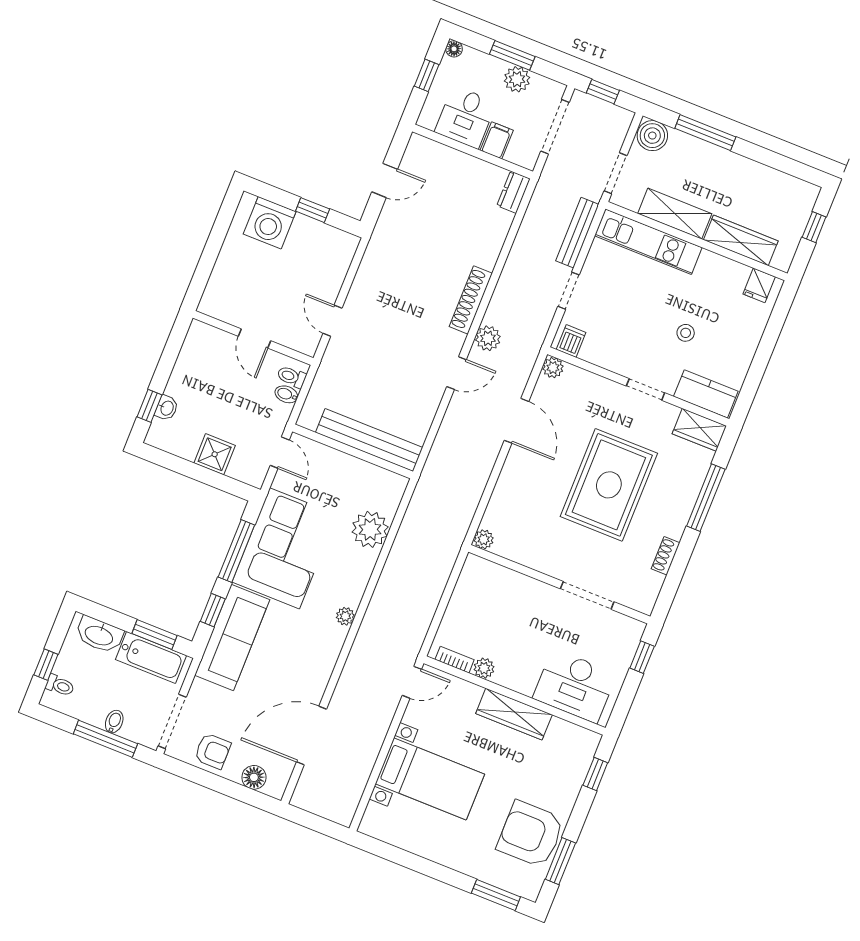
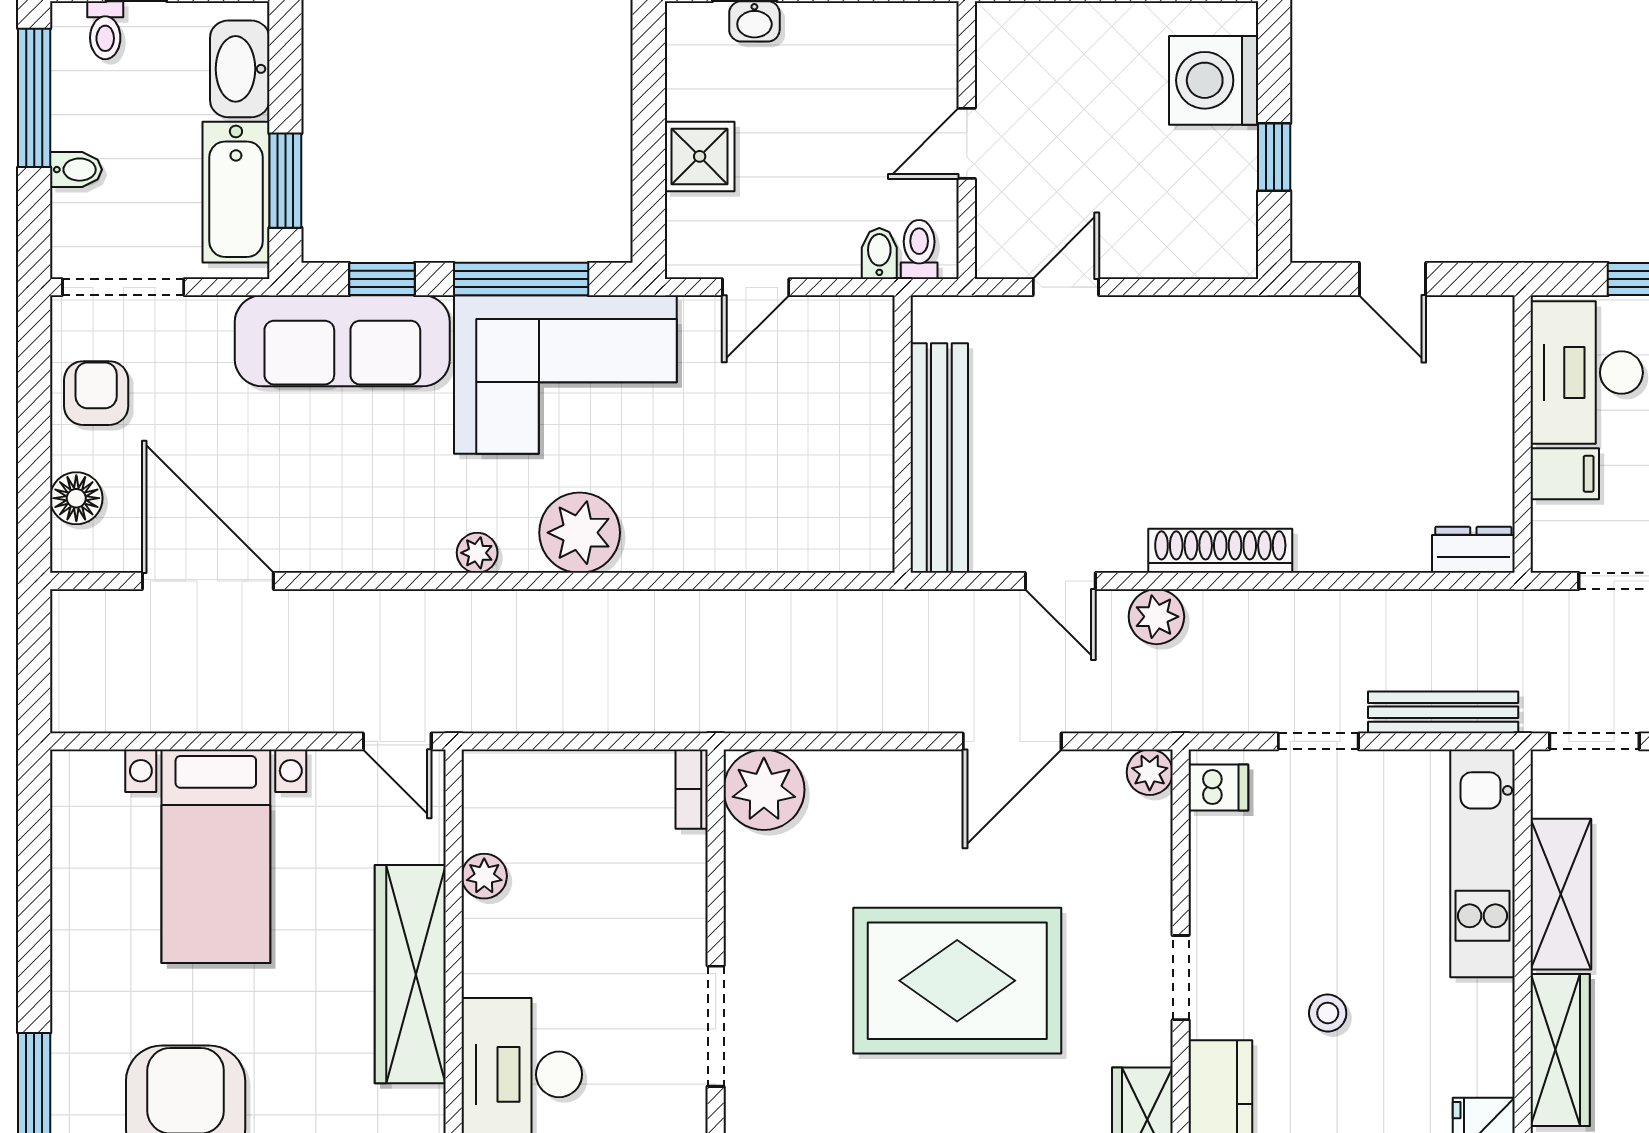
desk: (466, 117) -> (1587, 373), width x1.37
bench: (369, 440) -> (939, 458), moved
wall: (353, 451) -> (903, 434), moved
plant: (370, 529) -> (580, 533), moved
plant: (484, 539) -> (764, 790), width x1.88, depth x1.88
bookcase: (455, 660) -> (692, 789), moved, turned 180
wardrobe: (514, 714) -> (410, 974), width x1.40, depth x1.17
window: (105, 739) -> (34, 98), moved
armchair: (213, 751) -> (96, 393), turned 180

